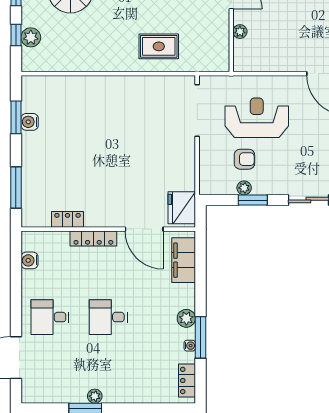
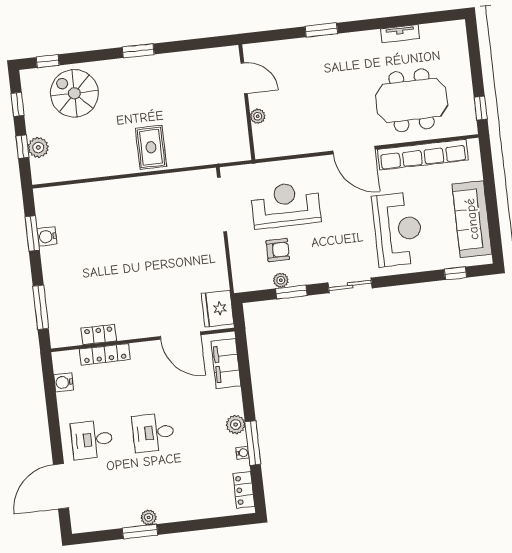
rug: (159, 46) -> (151, 147), moved, turned 90
locker: (93, 238) -> (105, 354), moved

